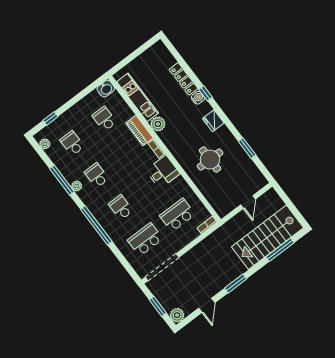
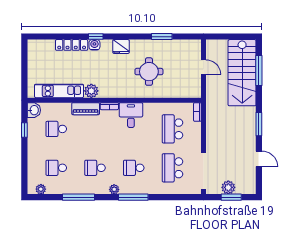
window: (50, 118) -> (24, 130), moved
plant: (77, 186) -> (114, 189), moved
window: (96, 225) -> (133, 197), width x0.68
plant: (177, 315) -> (228, 187), moved

